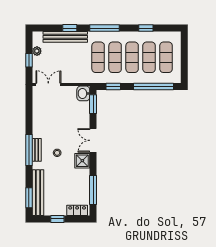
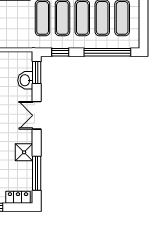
washbasin: (83, 93) -> (25, 80), moved
shower: (82, 161) -> (24, 152), moved

